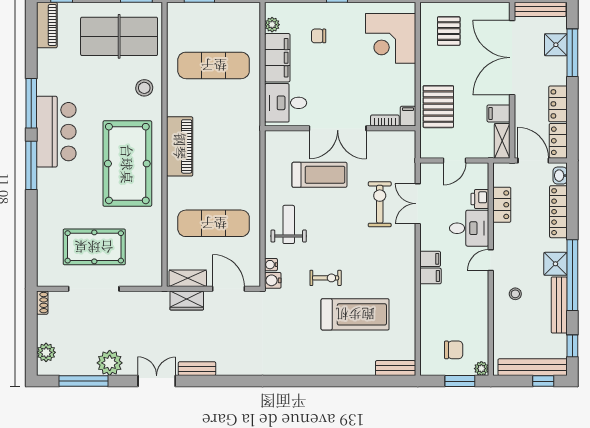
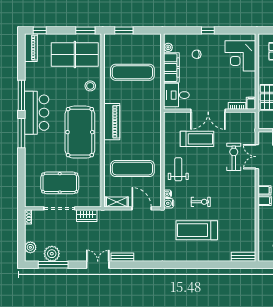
wardrobe: (187, 301) -> (87, 216), moved
treadmill: (355, 314) -> (197, 230), moved, turned 180
plant: (110, 363) -> (52, 254), moved

